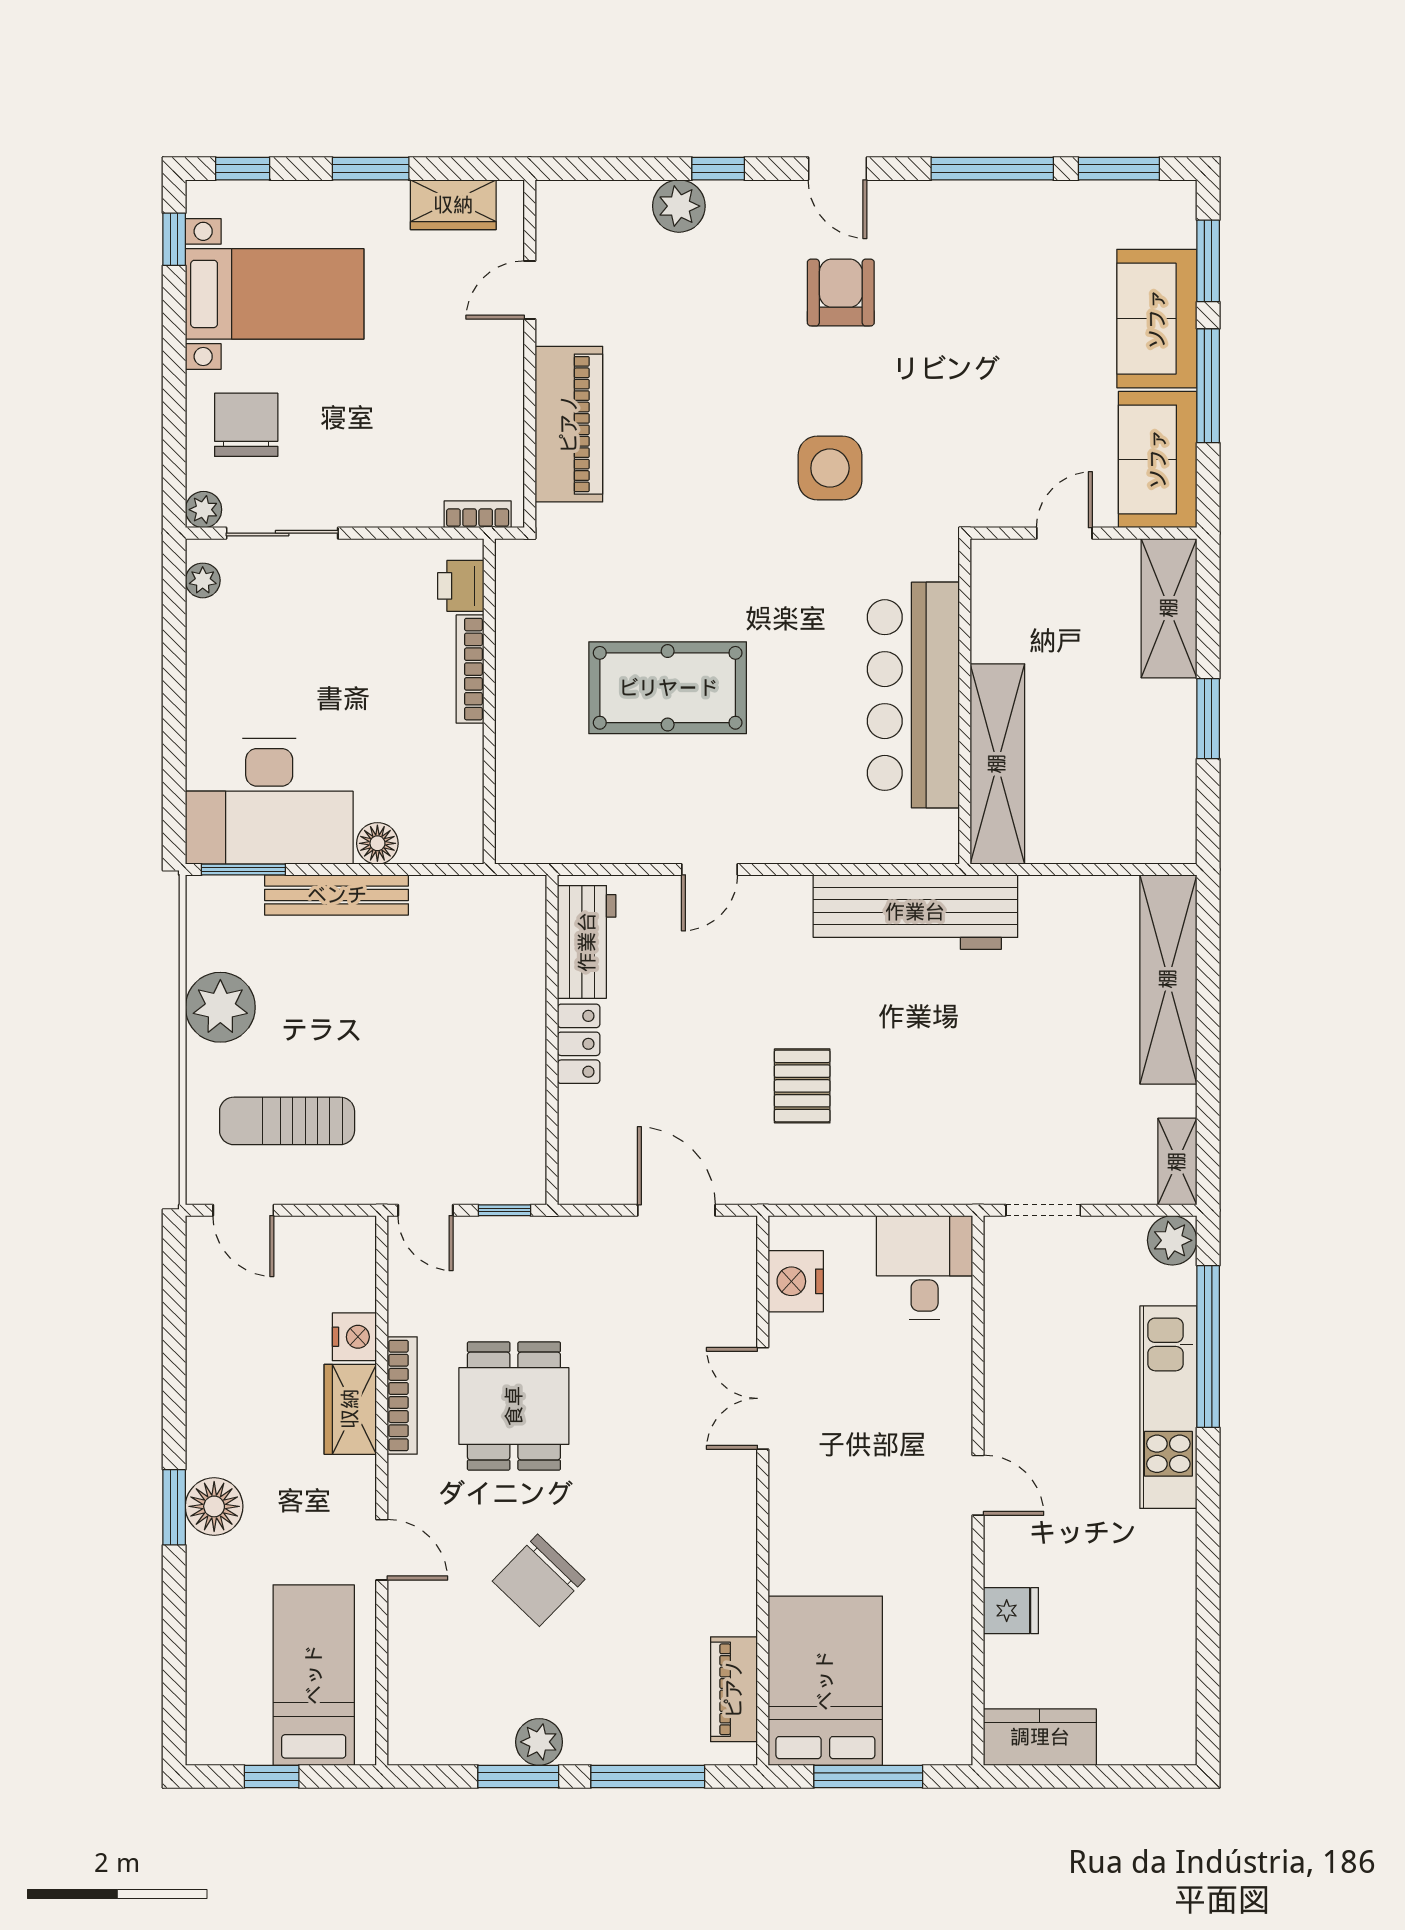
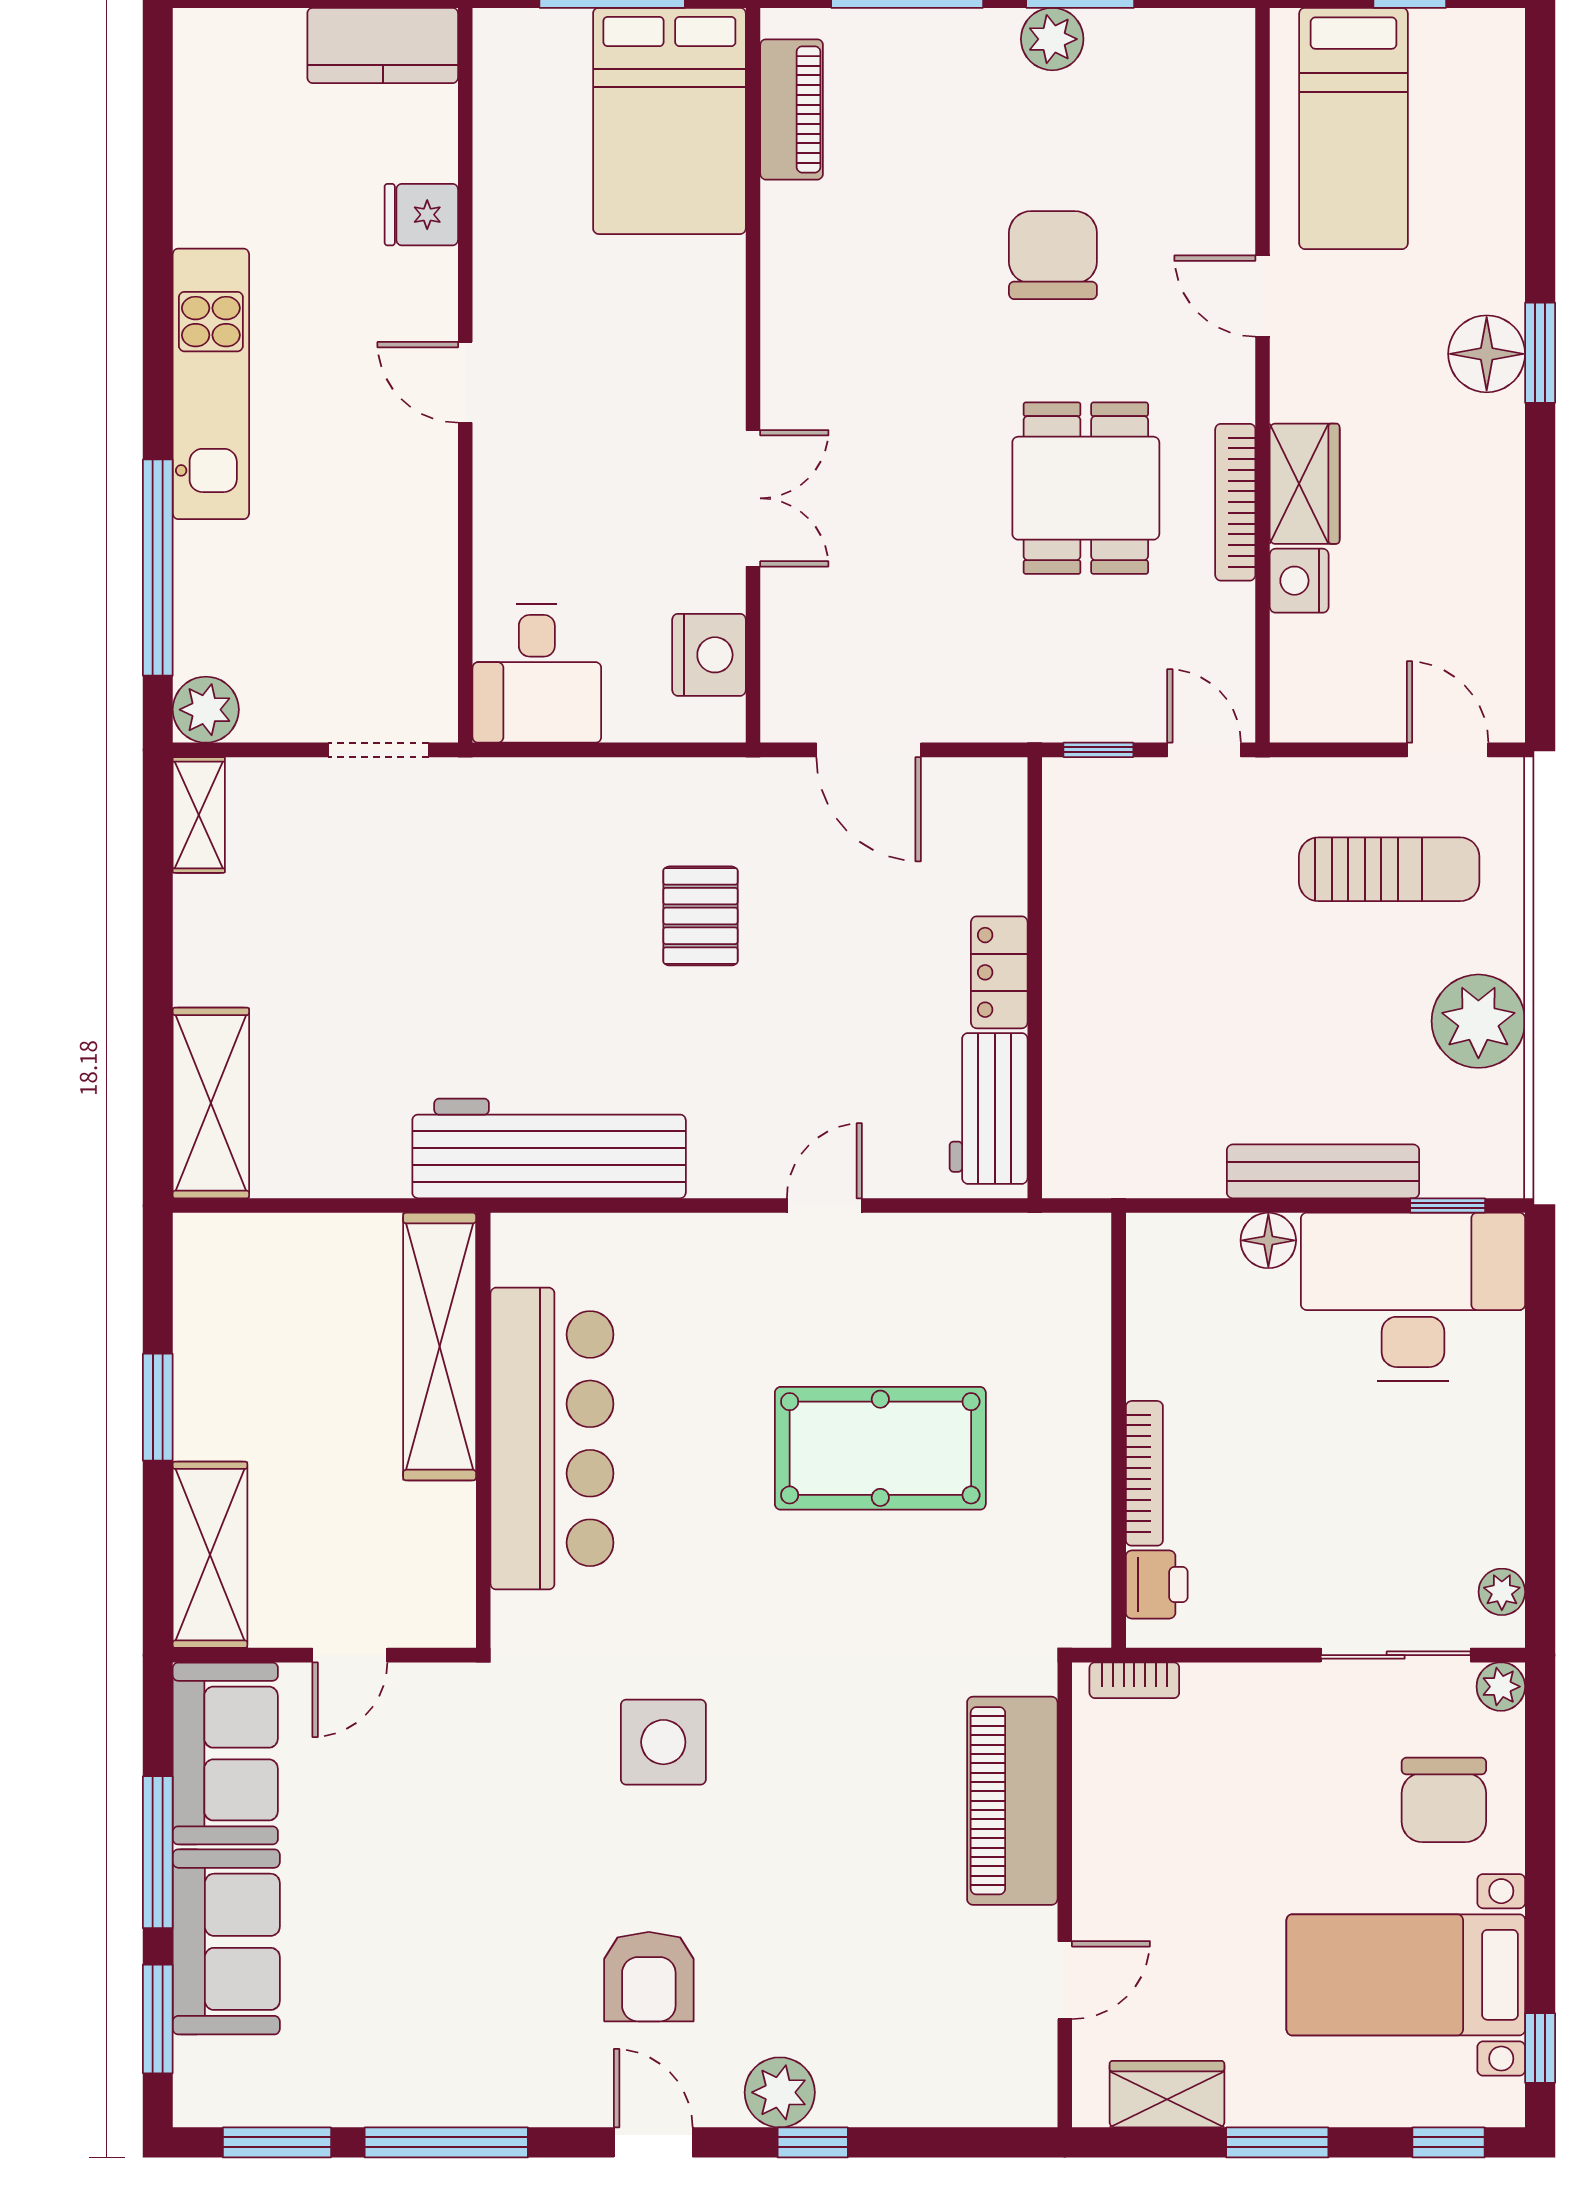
plant: (679, 206) -> (780, 2092), moved
window: (243, 869) -> (1448, 1205), width x0.67
shelving: (1168, 979) -> (211, 1103), width x0.68
kitchen unit: (1168, 1407) -> (211, 384), moved
chair: (539, 1580) -> (1053, 255), turned -44

